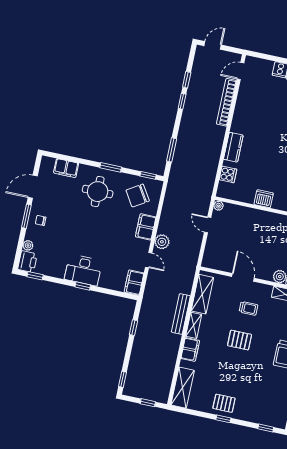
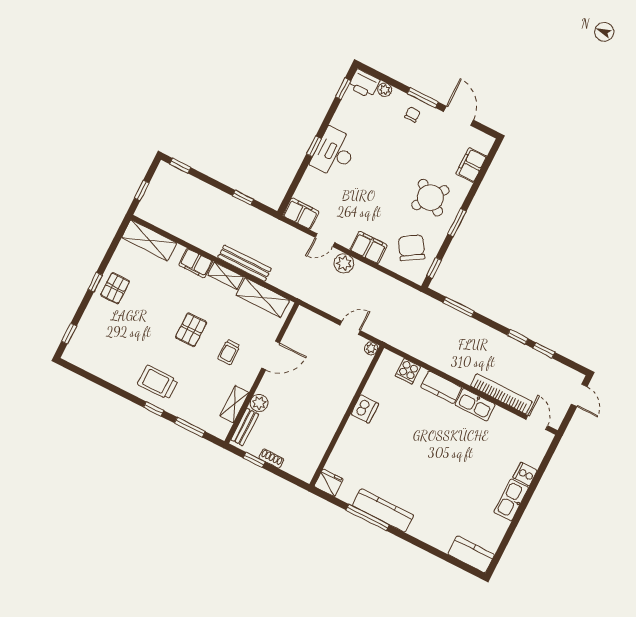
kitchen sink: (240, 119) -> (475, 405), added
round table: (98, 192) -> (430, 198), turned 35

